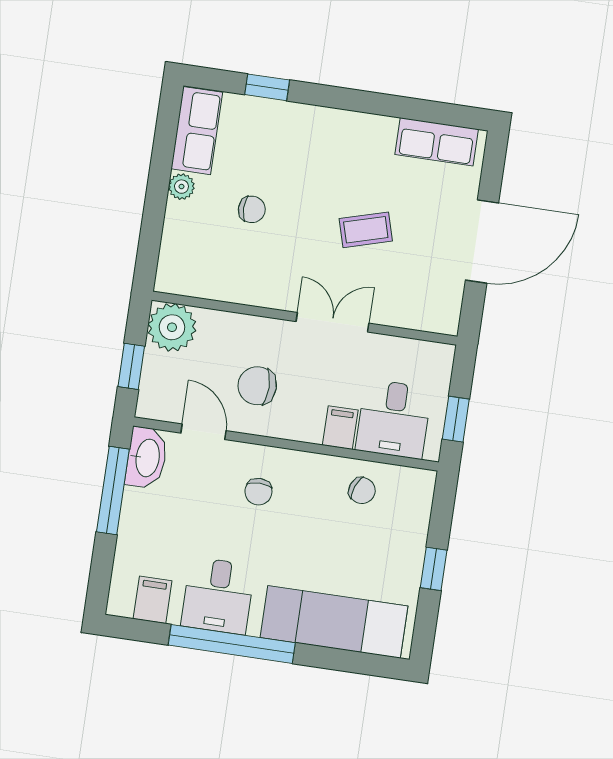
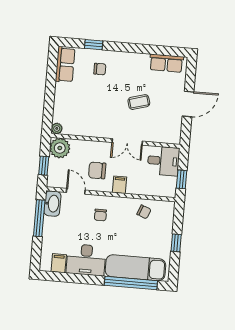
plant: (181, 187) -> (57, 128), moved
chair: (252, 209) -> (100, 69), moved
door: (482, 241) -> (188, 104), width x0.73
double door: (333, 322) -> (127, 142), swing flipped
desk: (394, 419) -> (163, 161), moved, turned -90
filing cabinet: (340, 428) -> (119, 185), moved
desk: (218, 596) -> (86, 260), width x1.37
window: (232, 644) -> (131, 283), moved

